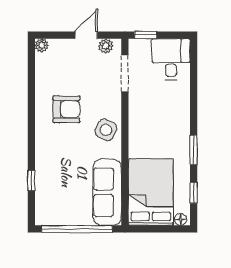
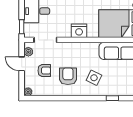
armchair: (76, 71) -> (44, 71), added
nightstand: (139, 127) -> (79, 31), added
side table: (106, 130) -> (94, 78), moved

